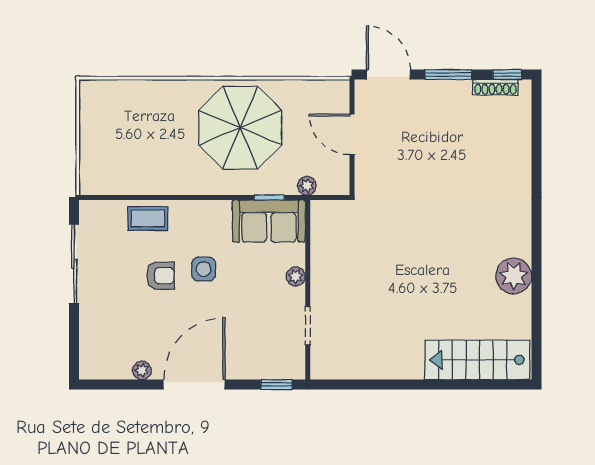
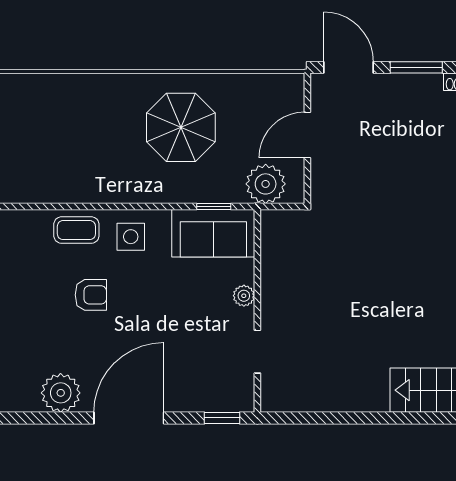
parasol: (240, 128) -> (181, 127), width x0.73, depth x0.73
door: (352, 134) -> (307, 135), hinge flipped
plant: (307, 186) -> (266, 184), width x1.88, depth x1.88
side table: (204, 269) -> (131, 237), moved
plant: (142, 370) -> (61, 393), width x1.88, depth x1.88

